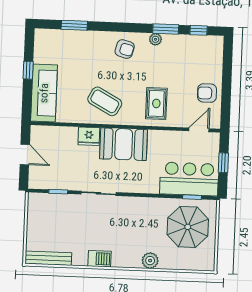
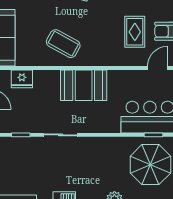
rug: (156, 103) -> (135, 32), moved
fridge: (89, 136) -> (22, 79), moved

